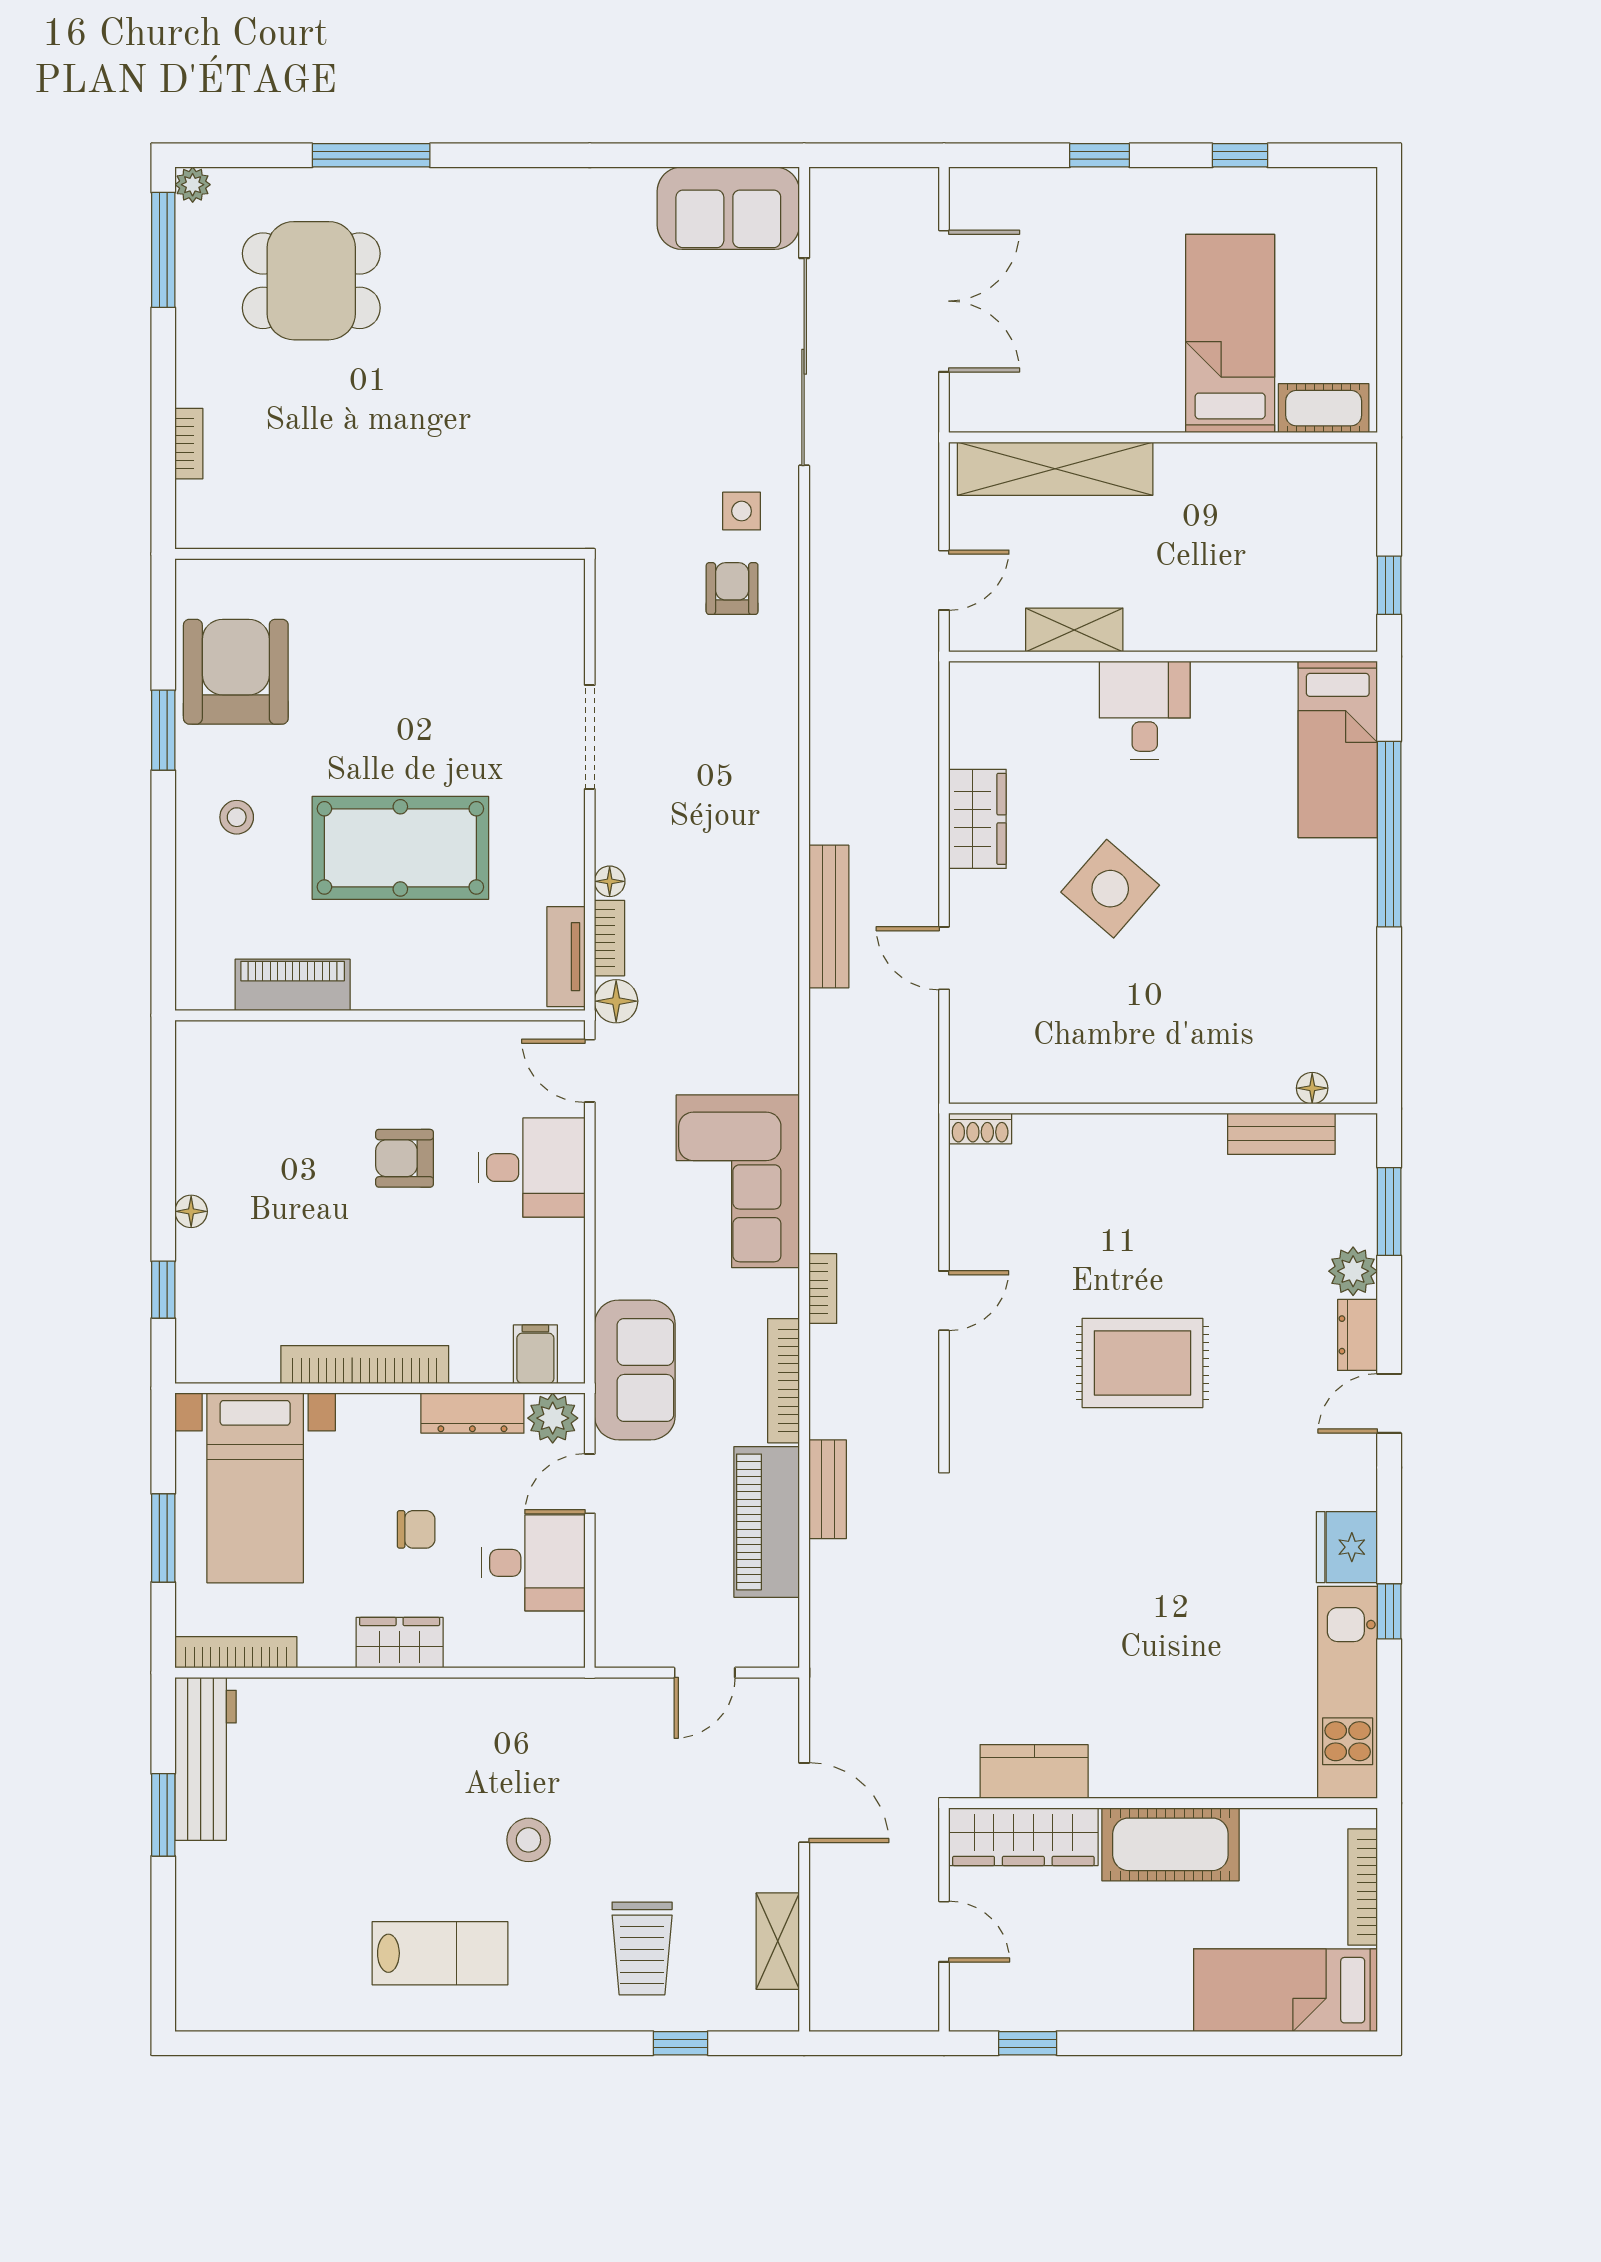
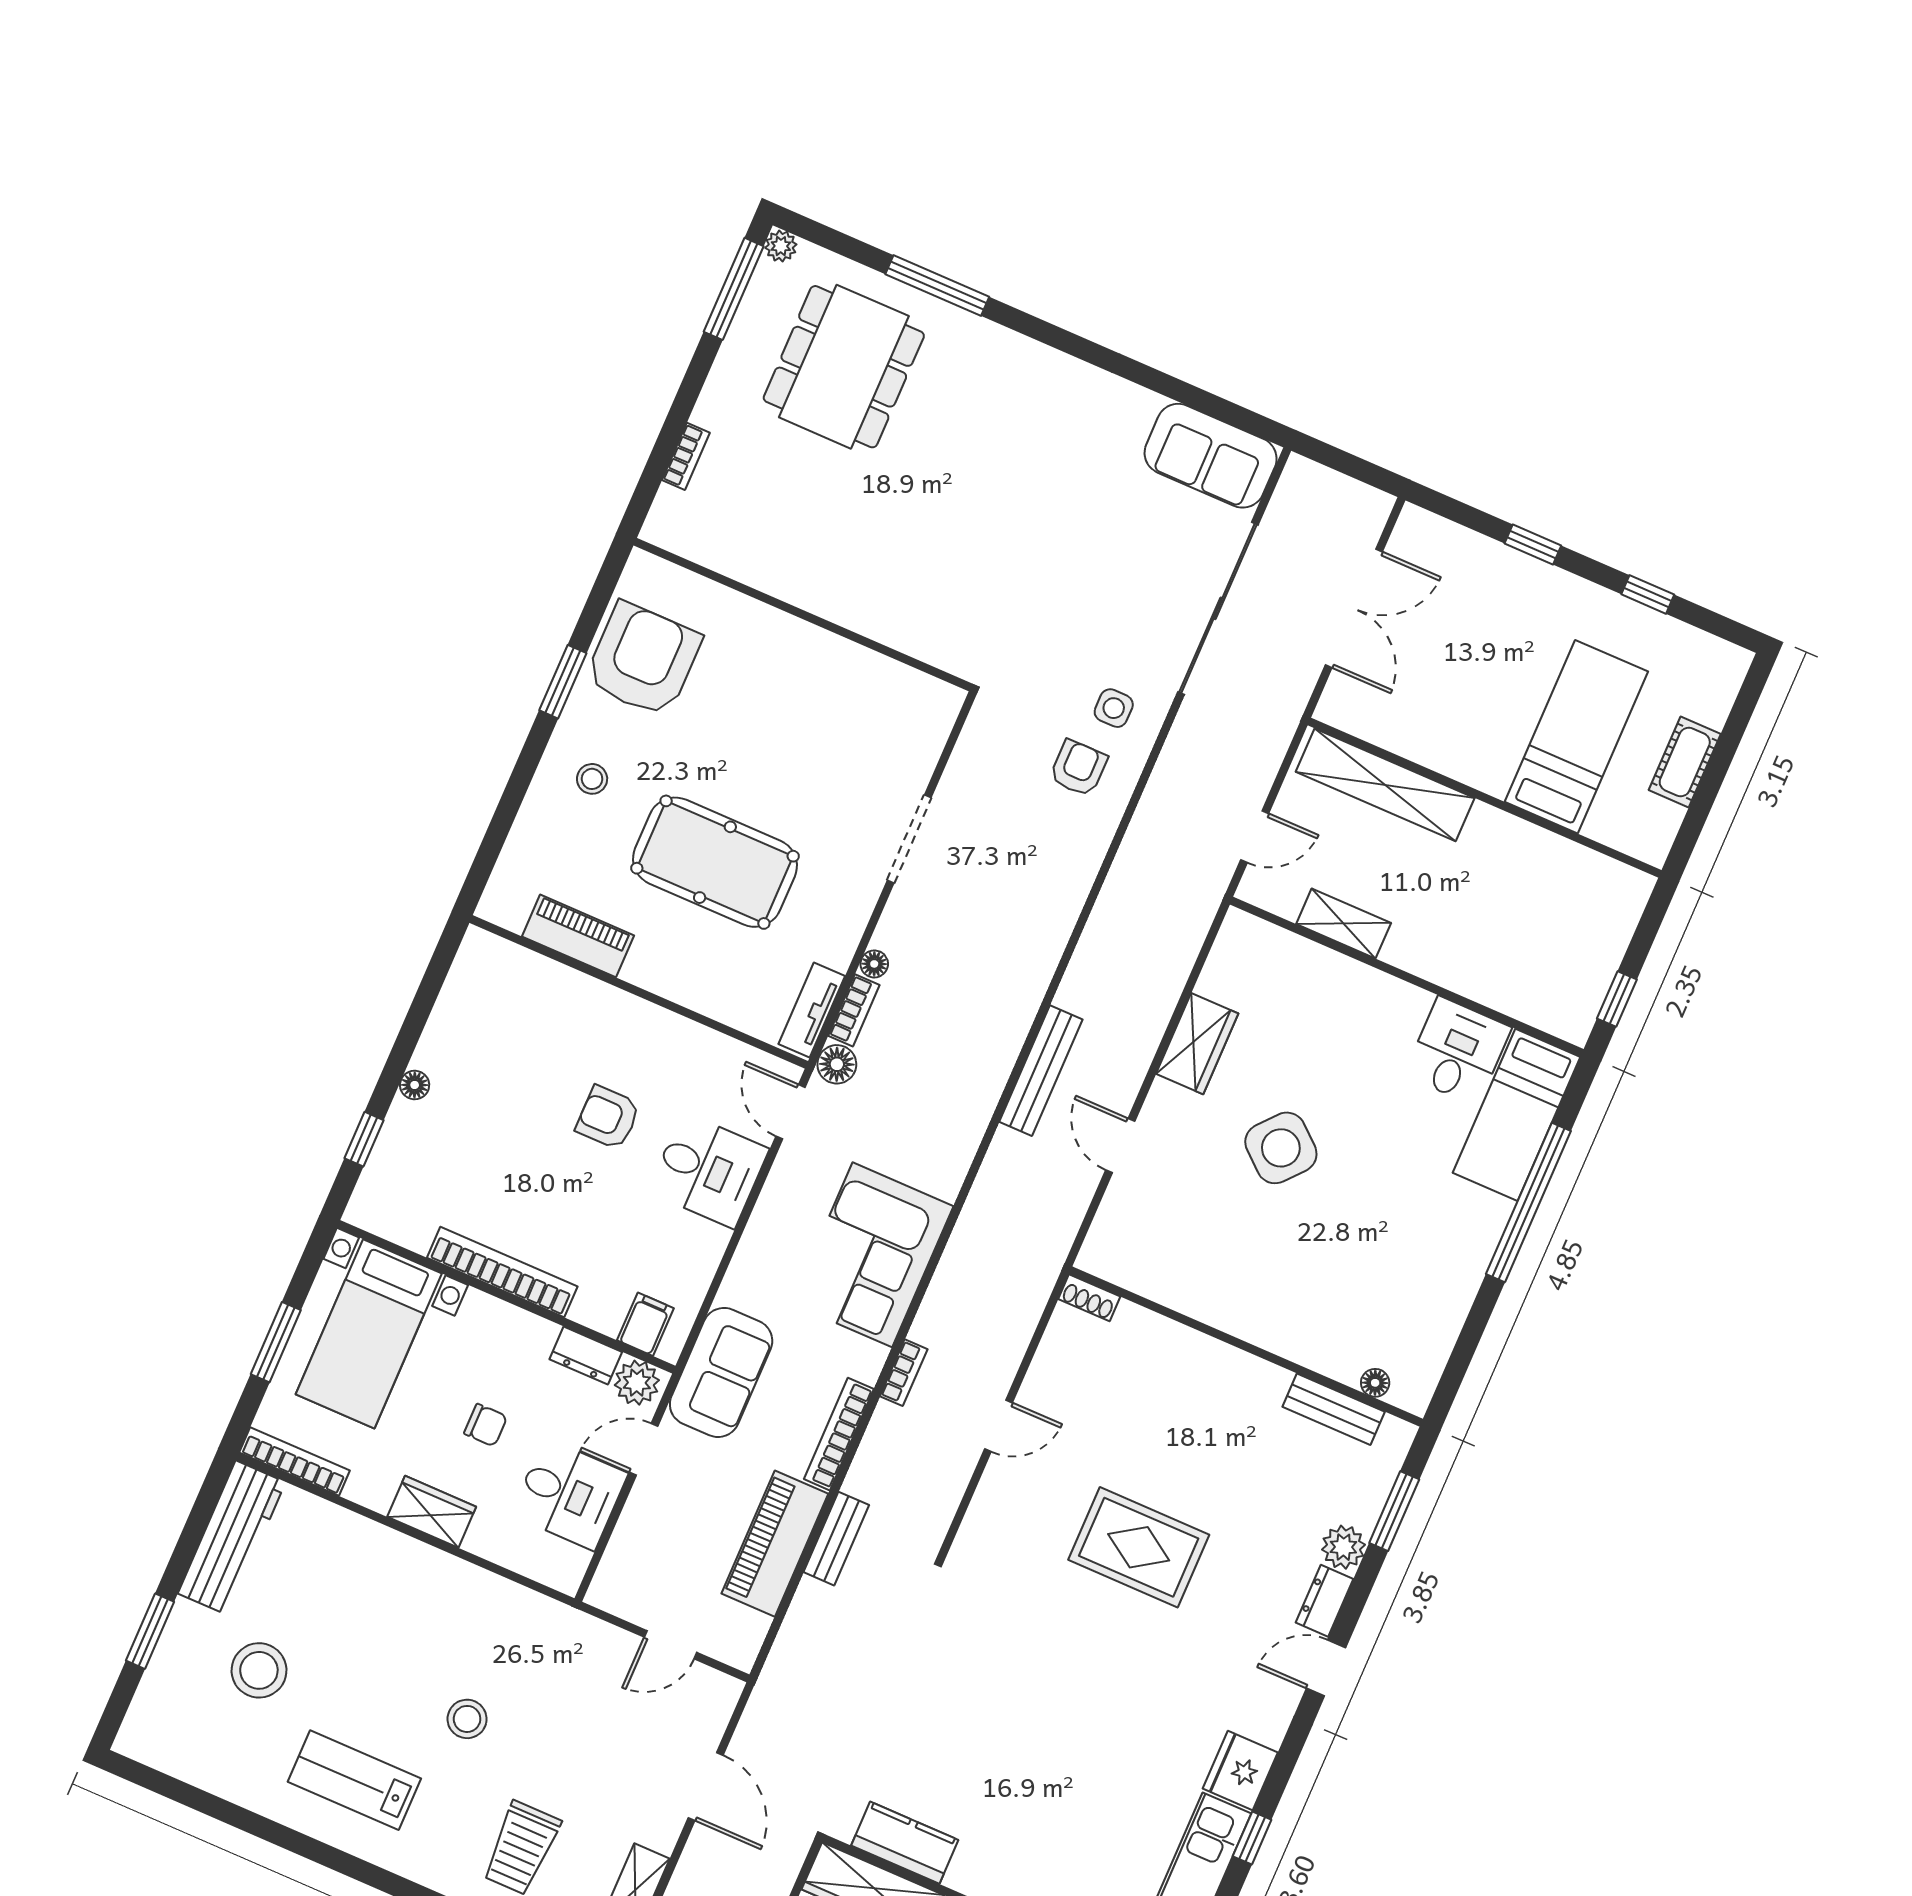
dining table: (311, 281) -> (844, 367), width x1.38
cot: (1324, 408) -> (1685, 762), moved, turned 90
desk: (1145, 710) -> (1458, 1051), moved
dresser: (472, 1413) -> (586, 1356), width x0.70
window: (163, 1815) -> (150, 1631), moved
stool: (293, 1883) -> (259, 1670), added
lab bench: (440, 1953) -> (354, 1780), turned 180

